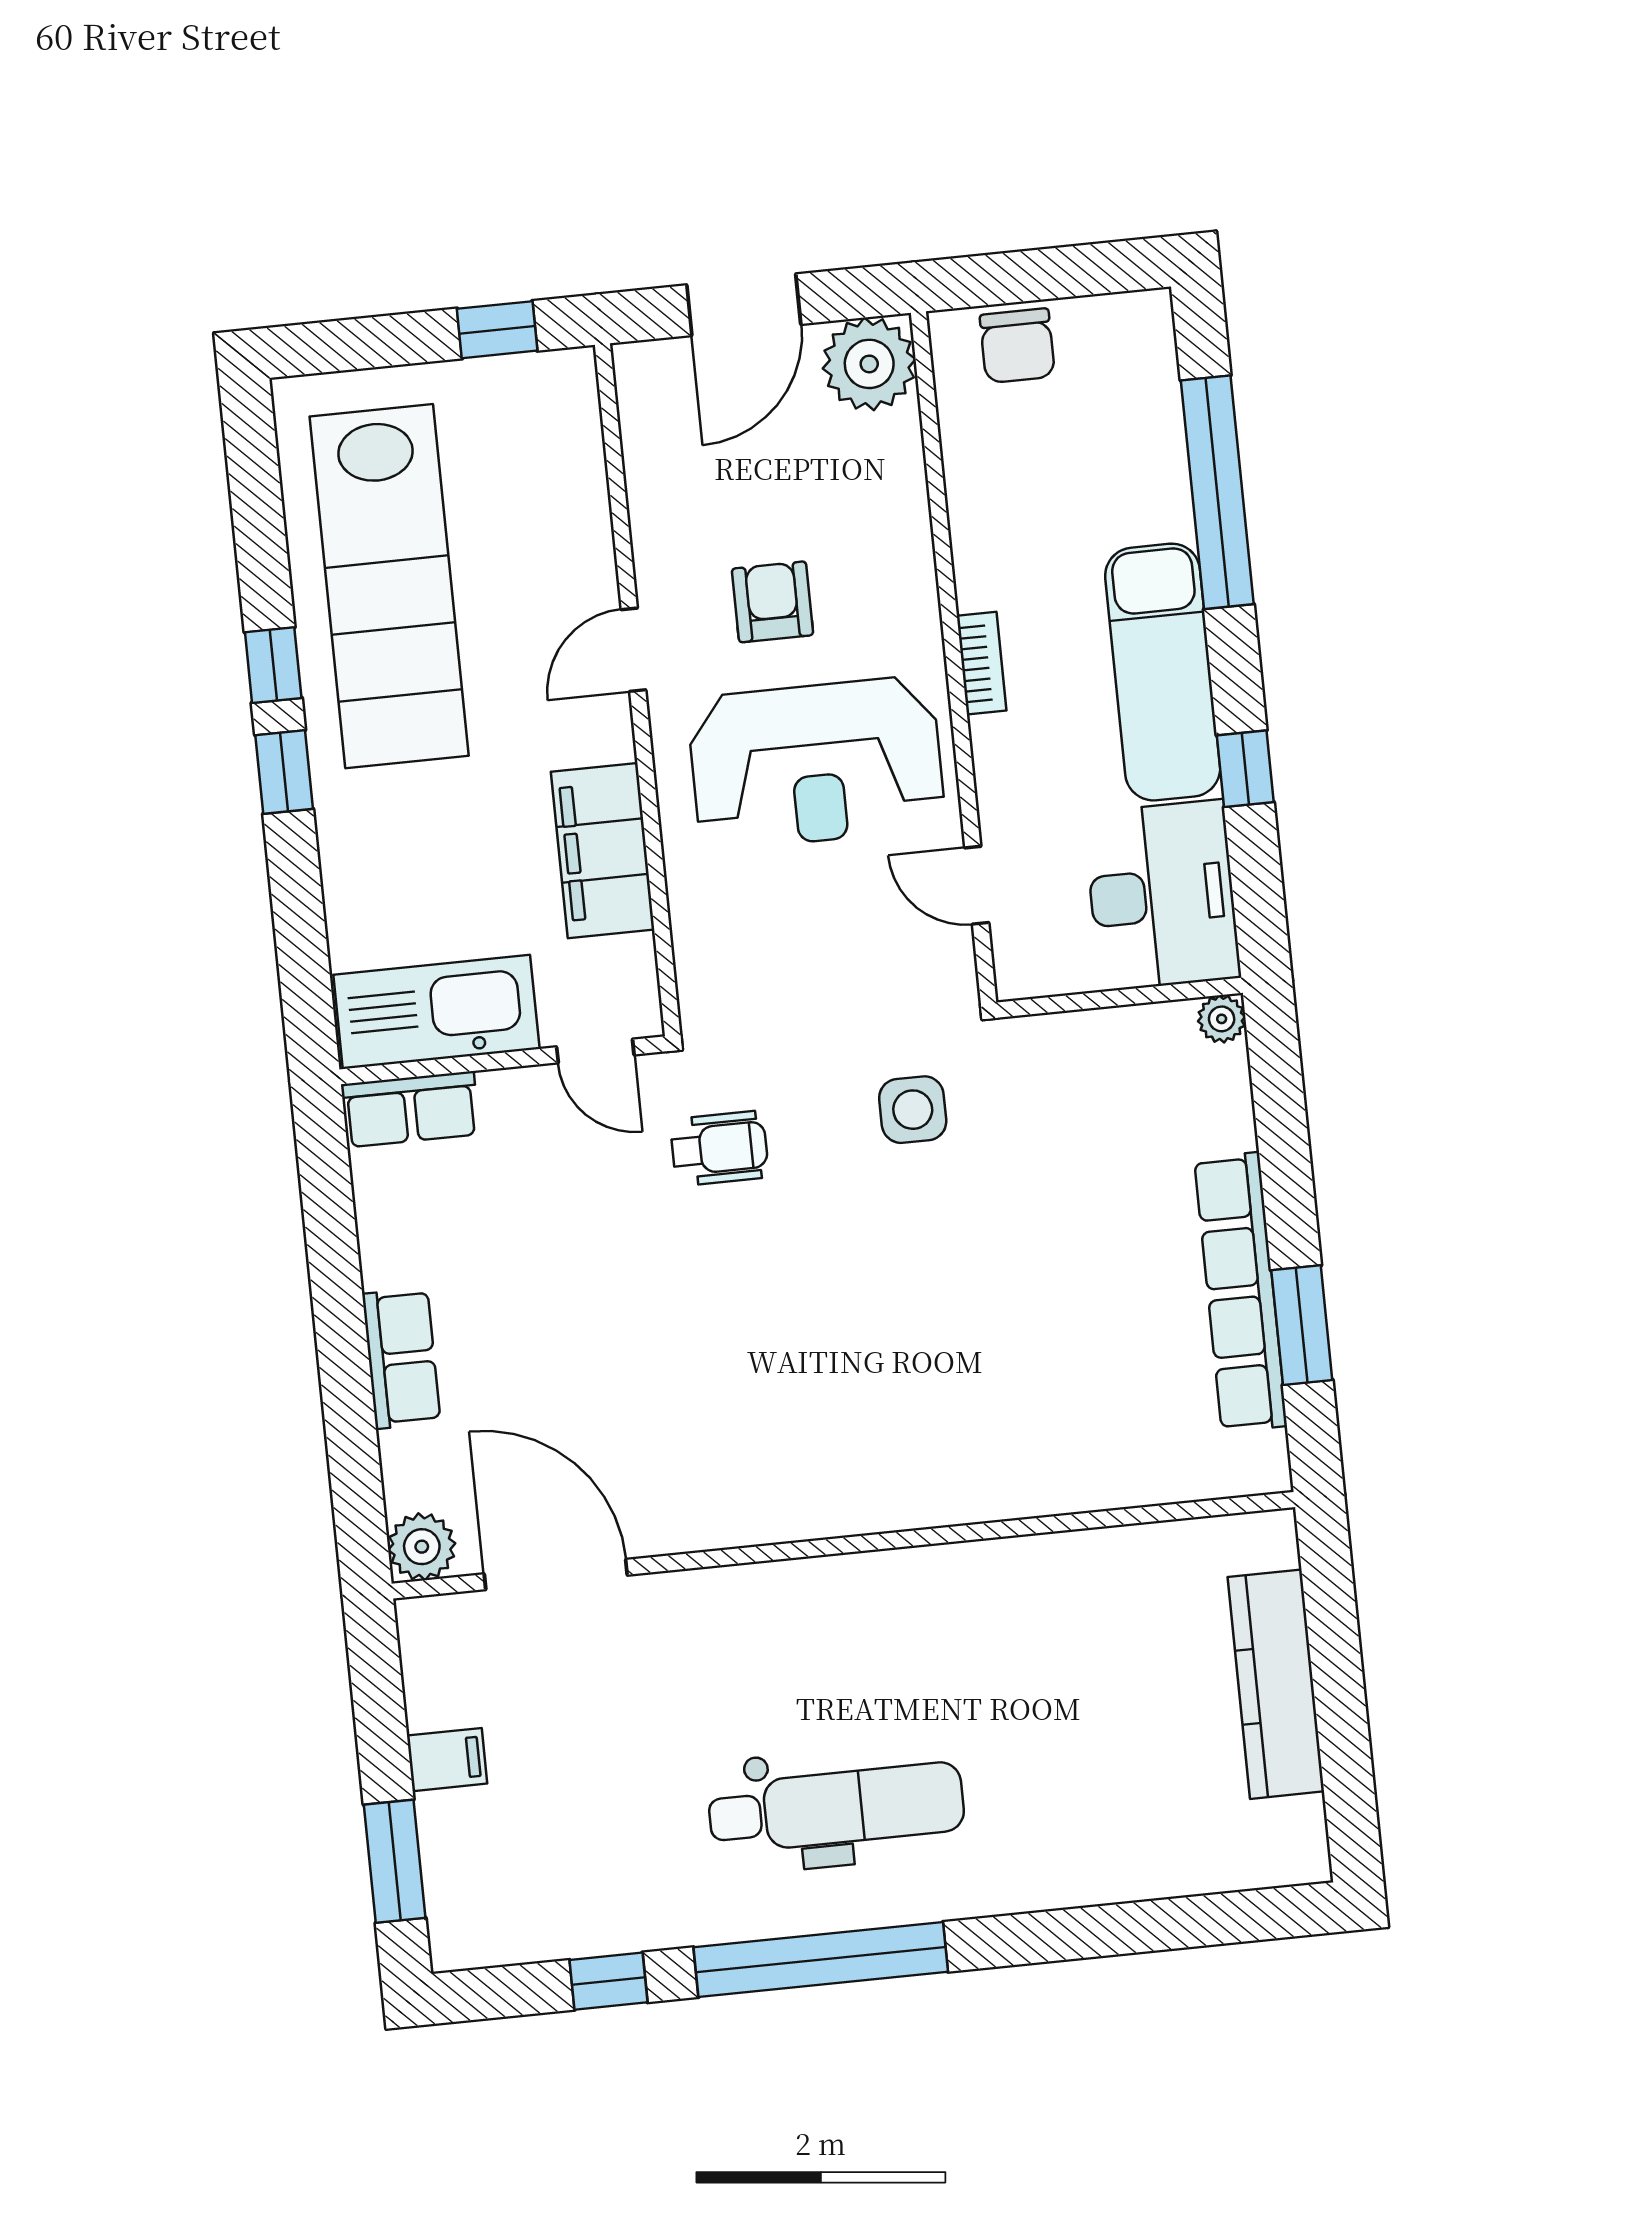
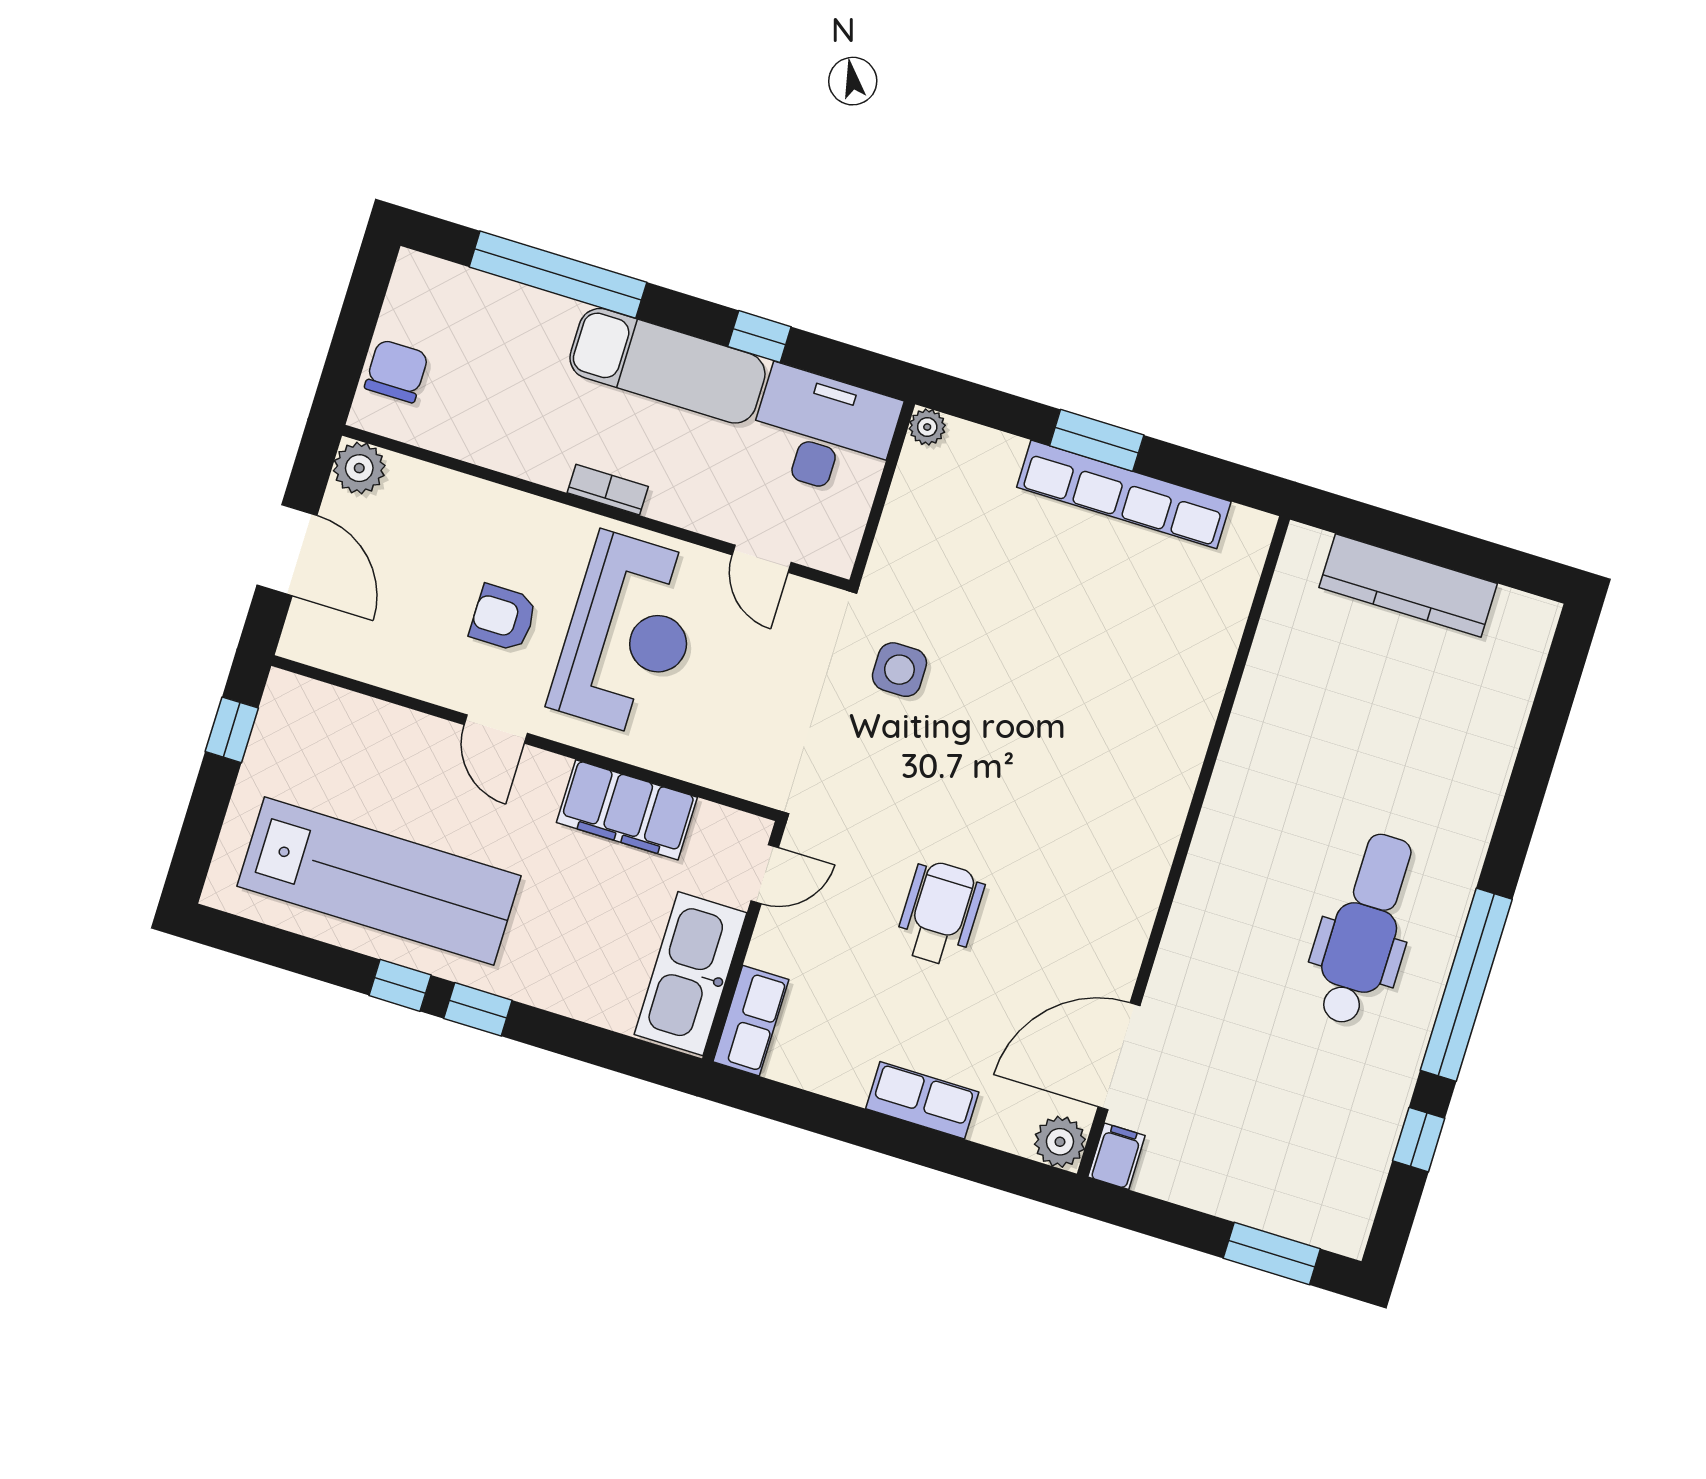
chair: (1017, 346) -> (396, 371), turned -90
plant: (869, 364) -> (359, 468), width x0.73, depth x0.73
door: (977, 885) -> (762, 559), hinge flipped
wheelchair: (719, 1148) -> (940, 913), moved, width x1.36, depth x1.37
window: (1302, 1325) -> (1097, 440), moved
filing cabinet: (447, 1760) -> (1116, 1156), moved

